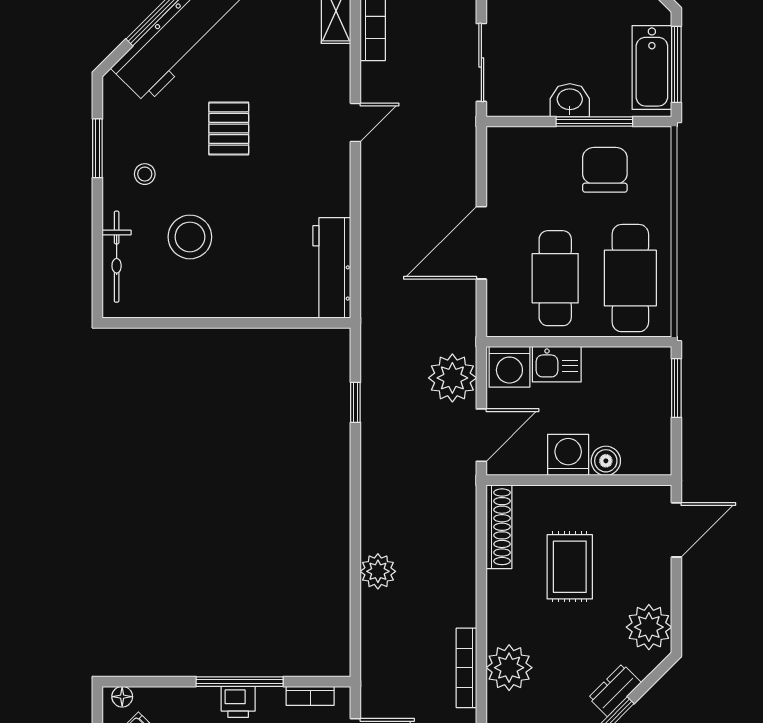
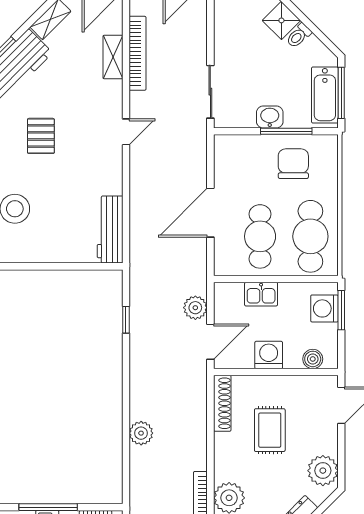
washing machine: (509, 367) -> (324, 308), moved, turned 90
plant: (452, 378) -> (195, 308), width x0.73, depth x0.73
boiler: (606, 461) -> (313, 359), moved

